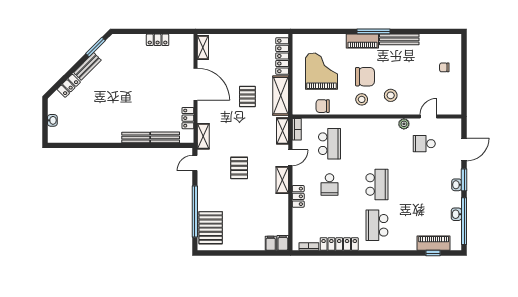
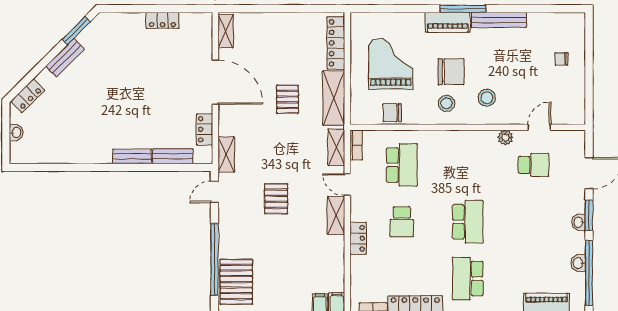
locker: (69, 86) -> (28, 96), moved
school desk: (424, 144) -> (534, 165), turned 180
door: (290, 158) -> (347, 185), swing flipped

